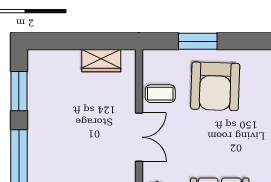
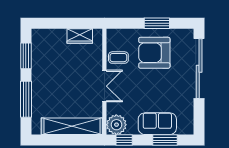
window: (198, 41) -> (157, 23), moved
armchair: (215, 86) -> (154, 53), turned 88

